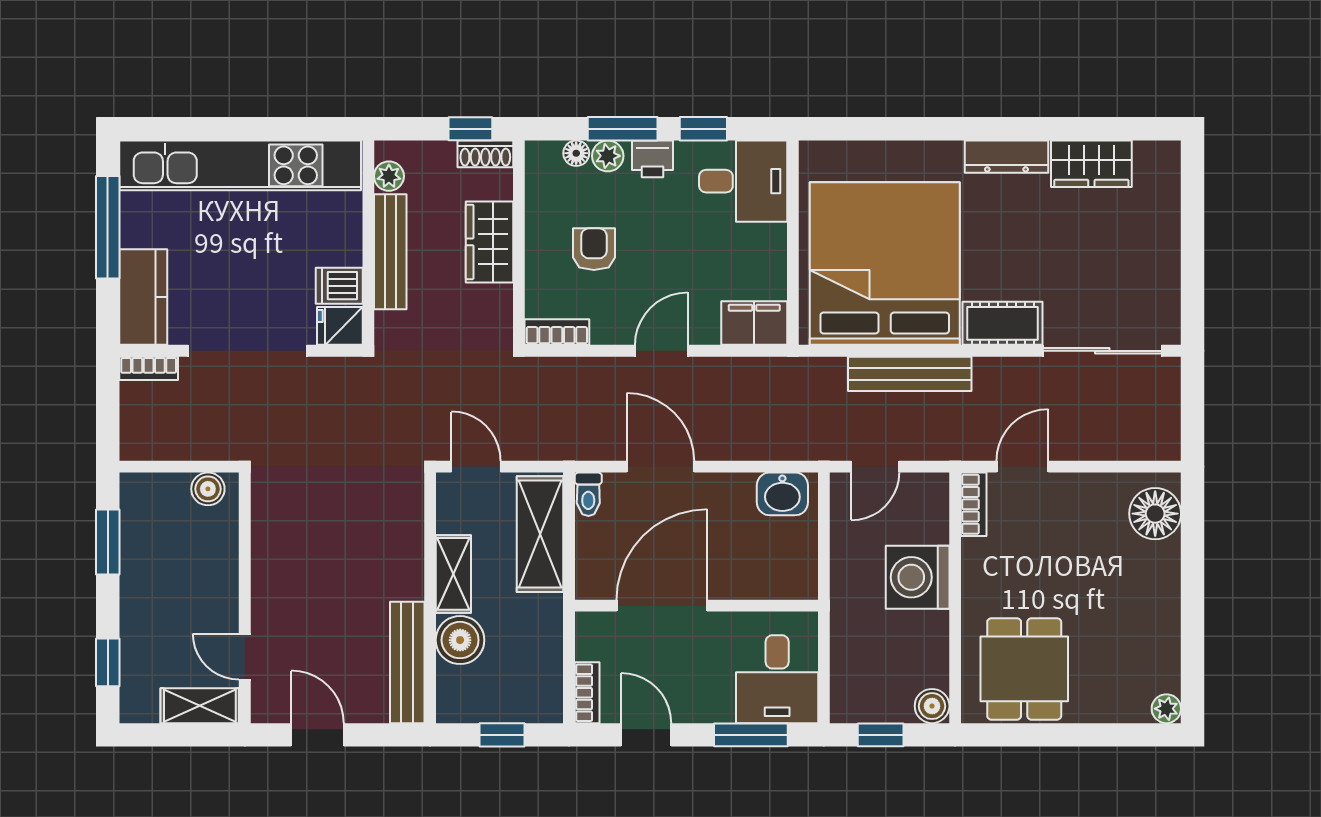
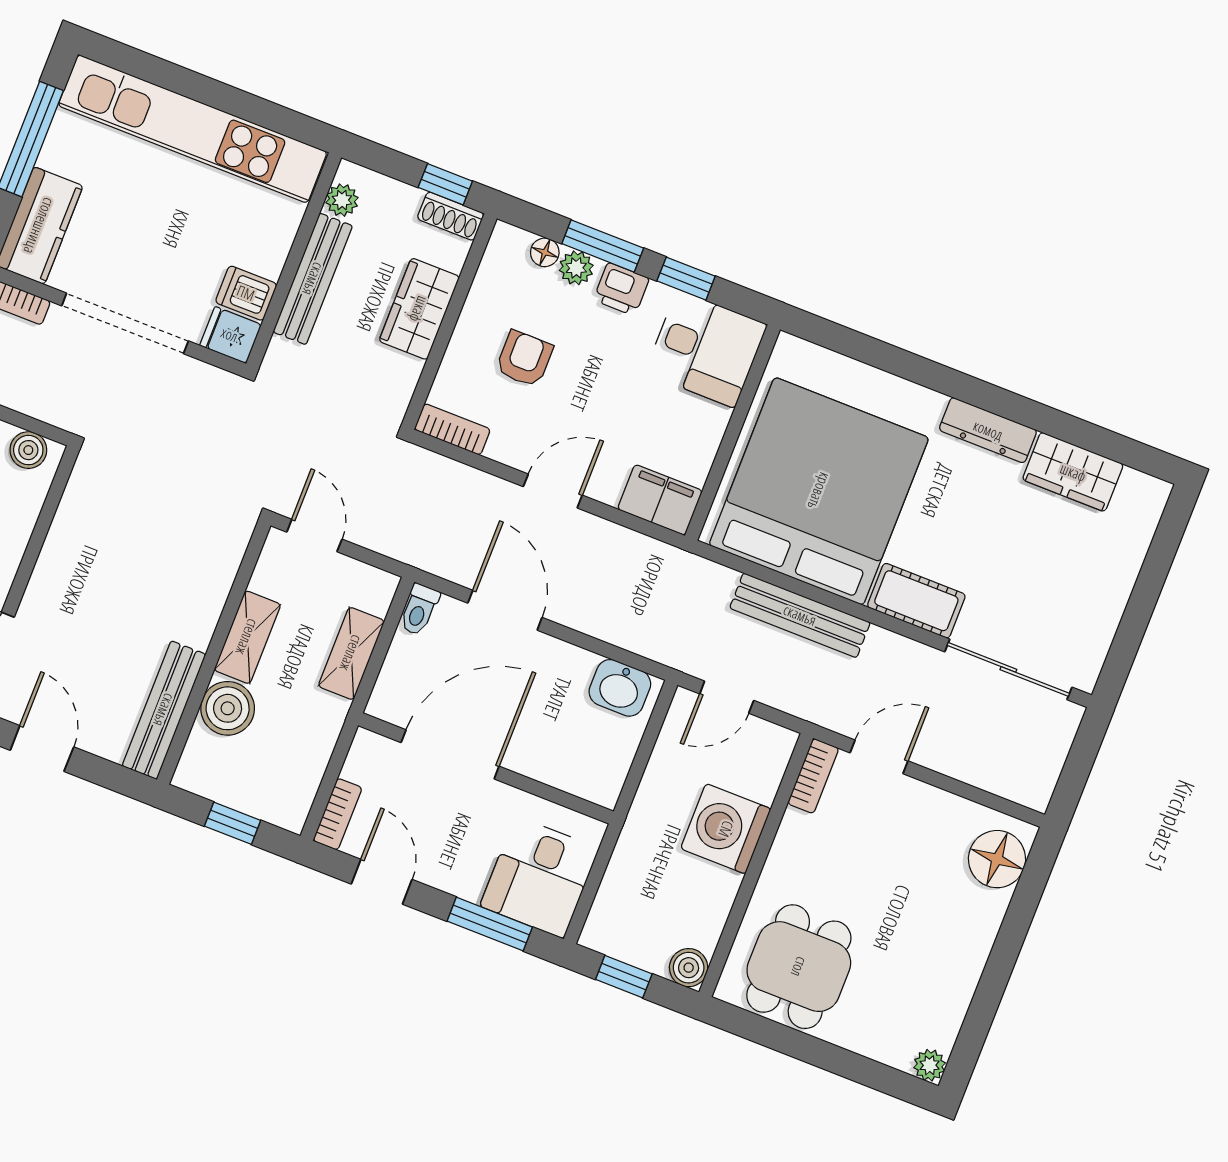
shelving: (540, 534) -> (351, 653), width x0.67, depth x0.75

